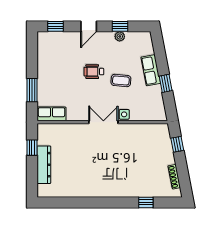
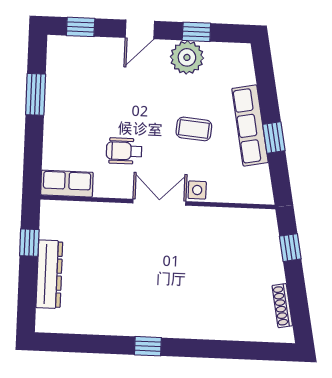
plant: (120, 36) -> (187, 57), width x1.87, depth x1.87
row of seats: (151, 70) -> (250, 125), width x1.48
wheelchair: (94, 72) -> (124, 151), moved
window: (32, 90) -> (36, 94), moved
window: (146, 202) -> (148, 346), moved

